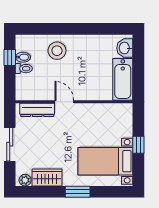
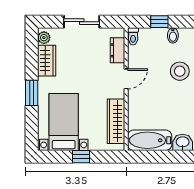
window: (10, 57) -> (159, 22), moved
toilet: (24, 69) -> (133, 36), moved
dresser: (37, 110) -> (118, 50), width x0.70
wardrobe: (105, 111) -> (116, 121), added

